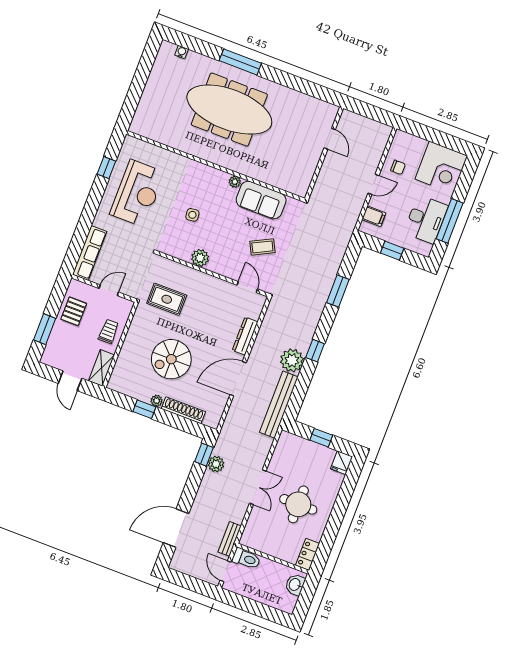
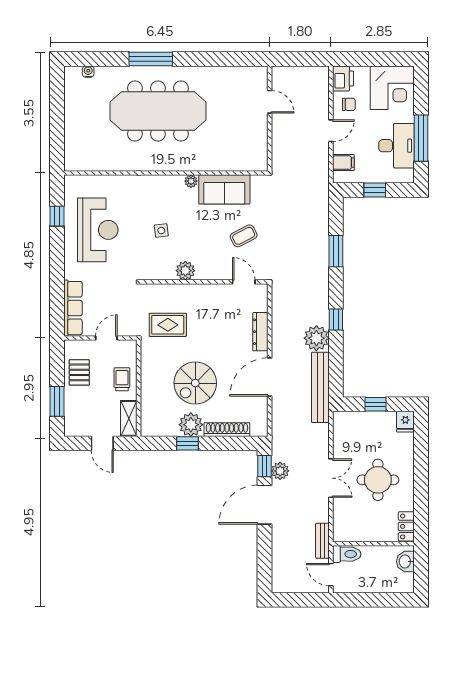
printer: (401, 143) -> (343, 78), added
plant: (157, 401) -> (191, 425), width x1.88, depth x1.88
door: (176, 528) -> (265, 505), moved

